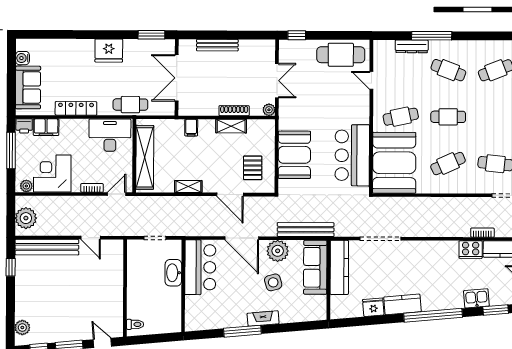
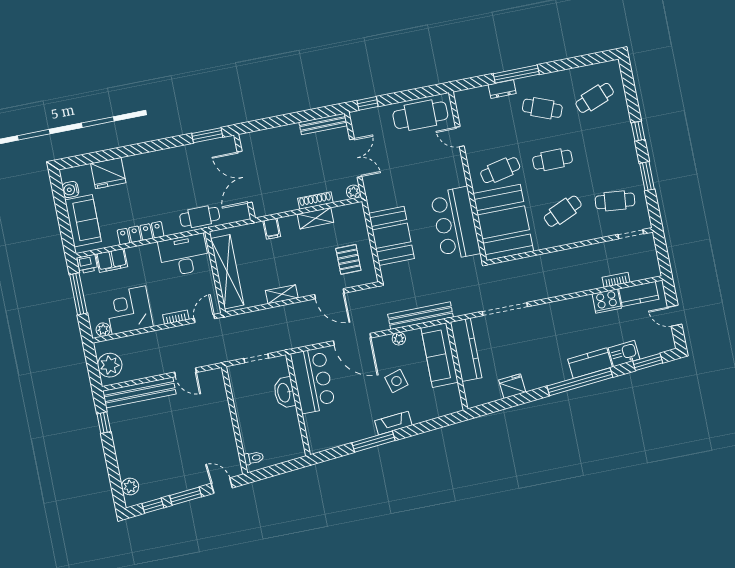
bench: (217, 45) -> (323, 124), moved
dresser: (412, 46) -> (502, 89), width x0.70
fridge: (109, 51) -> (108, 173), moved
plant: (278, 251) -> (399, 339), width x0.53, depth x0.53
kitchen counter: (402, 304) -> (590, 363), moved

